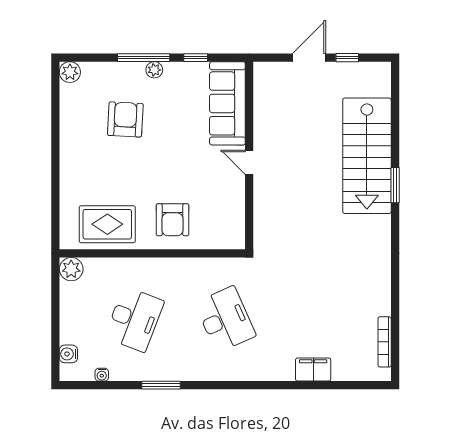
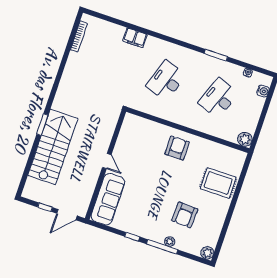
plant: (154, 70) -> (170, 242), moved
sofa: (227, 103) -> (108, 199), moved
wall: (249, 155) -> (105, 165), moved
door: (249, 162) -> (107, 161), moved
rug: (107, 224) -> (218, 183), moved
desk: (225, 319) -> (166, 80), turned 42
filing cabinet: (313, 370) -> (135, 38), moved

